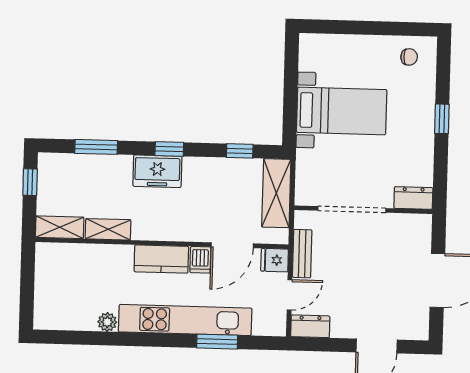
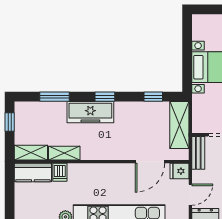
freezer: (157, 171) -> (90, 112), width x1.40
bench: (302, 254) -> (198, 153), moved
kitchen counter: (161, 259) -> (33, 172), moved
dishwasher: (200, 260) -> (60, 172), moved

